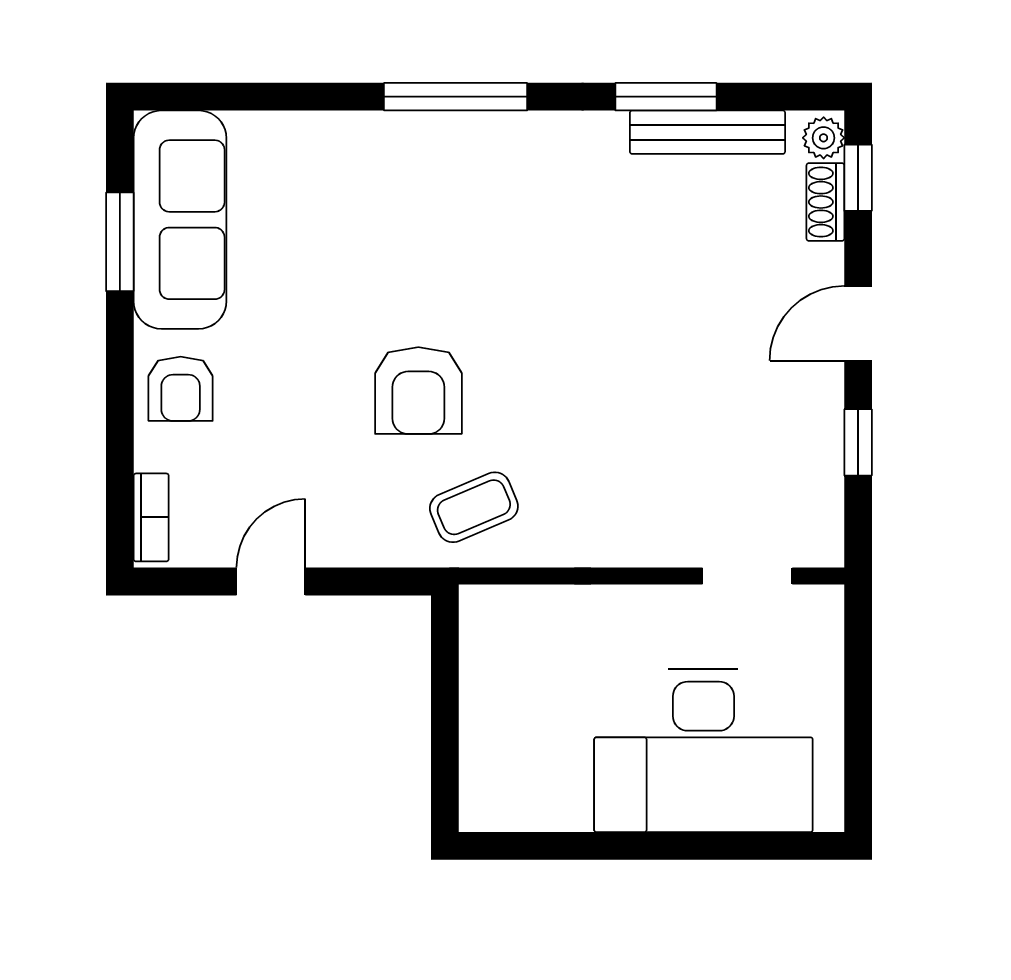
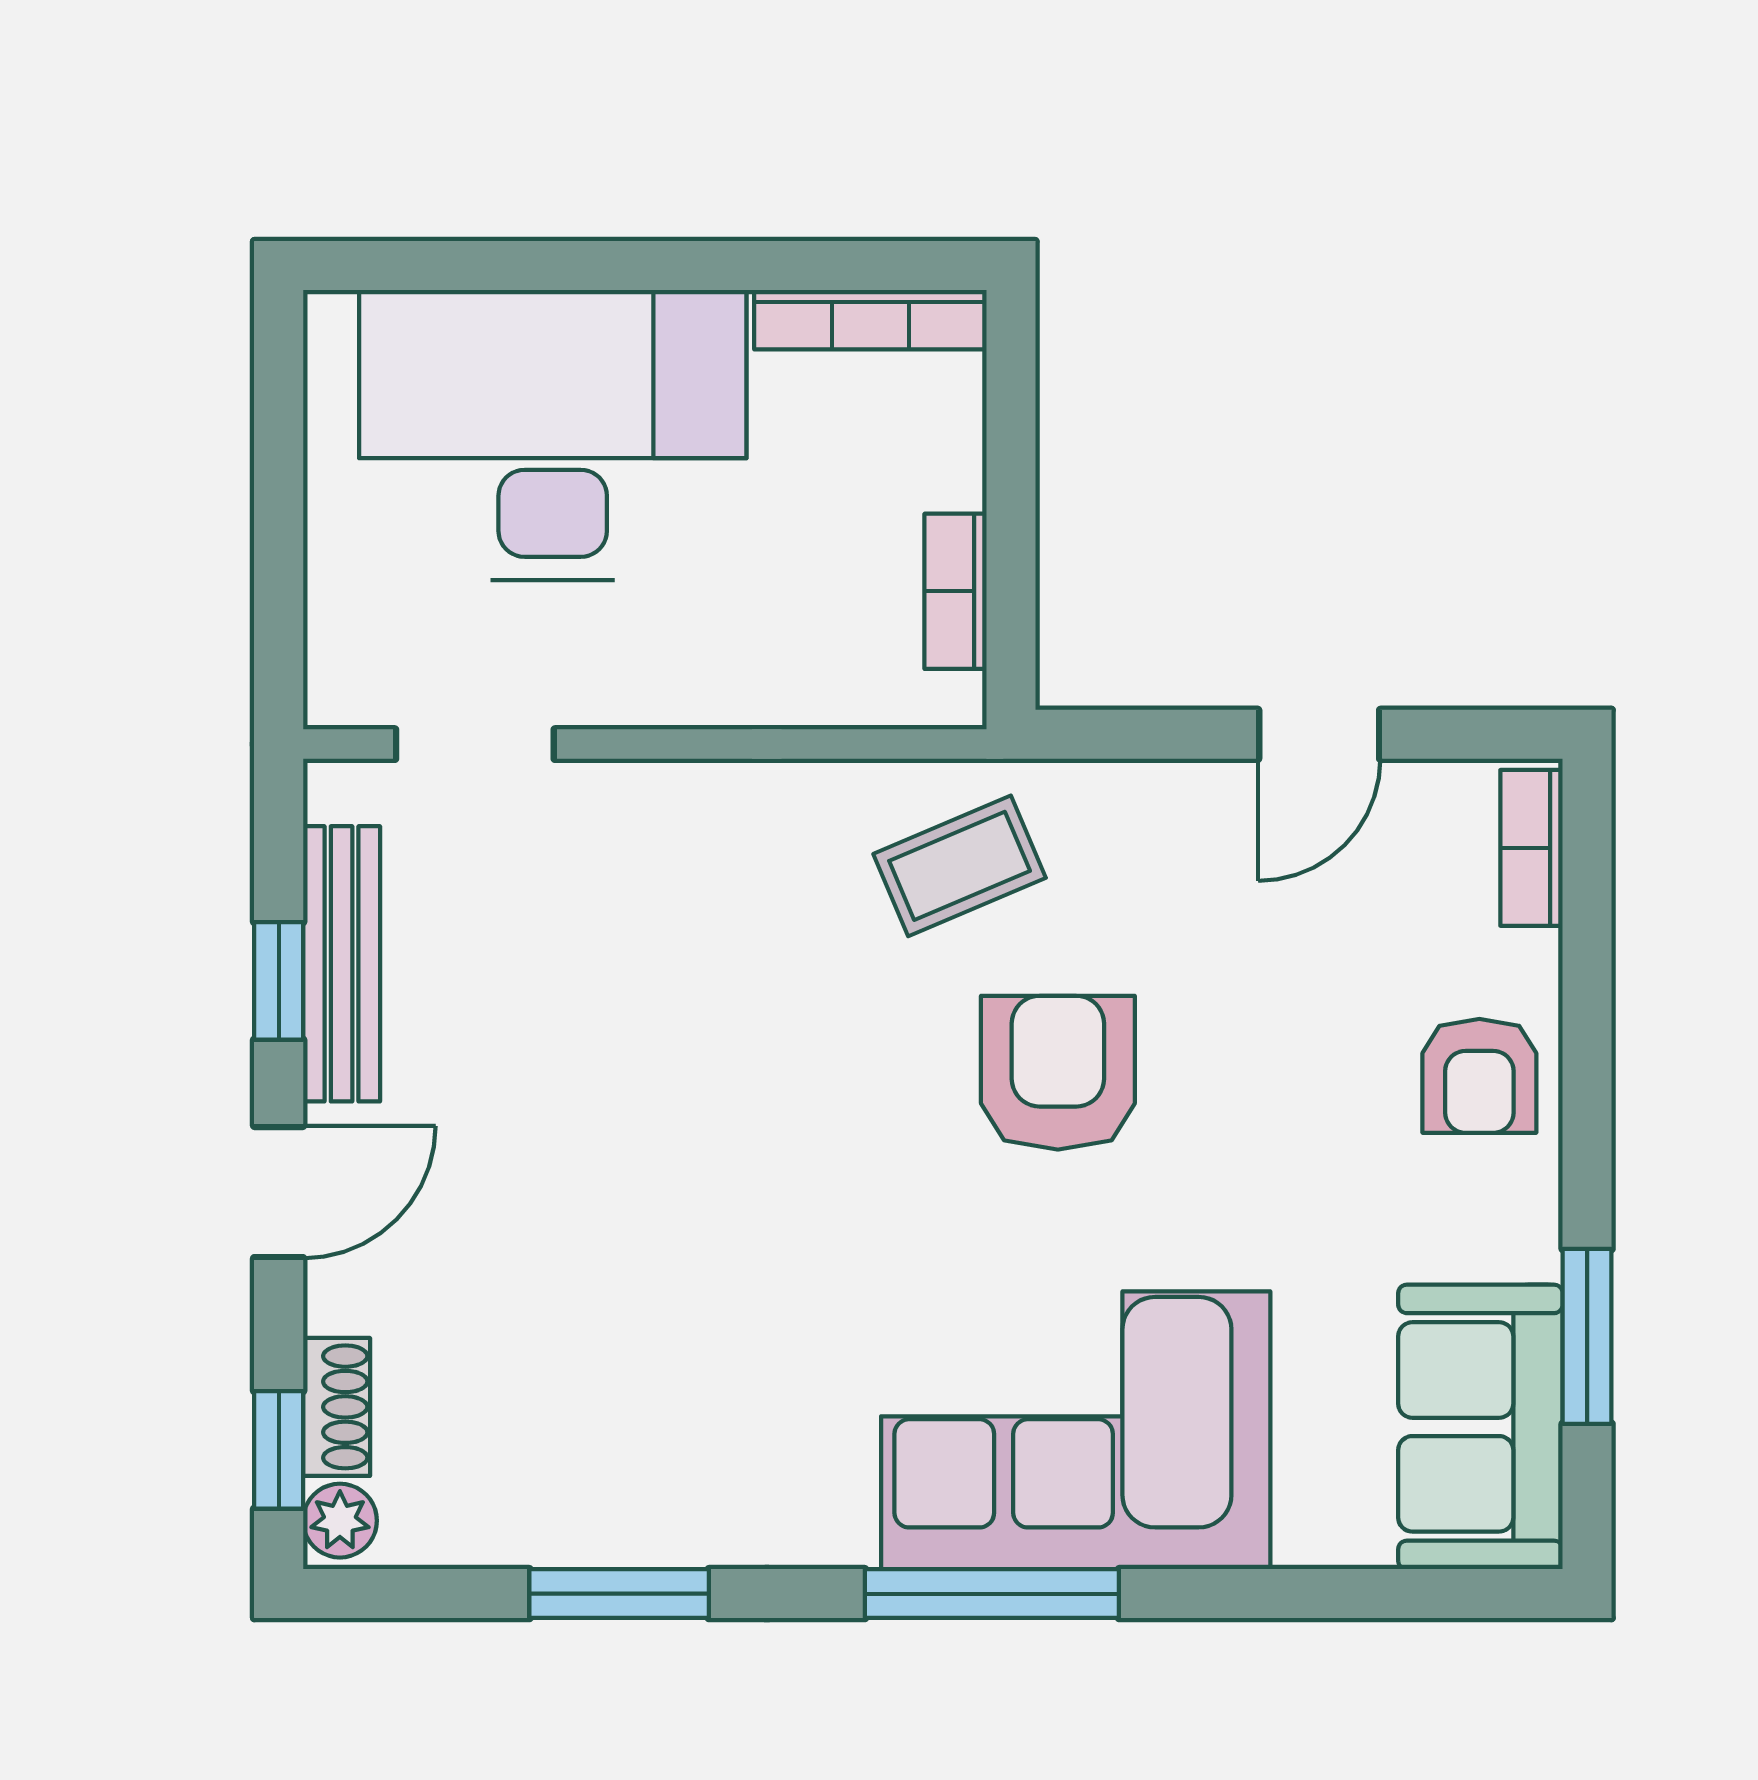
bench: (707, 132) -> (342, 964), moved, turned 90
corner sofa: (408, 189) -> (1076, 1430), added
sofa: (180, 220) -> (1480, 1427), width x0.73
armchair: (181, 389) -> (1479, 1076), turned 180
bookcase: (476, 662) -> (955, 591), added
bookcase: (524, 815) -> (870, 320), added

